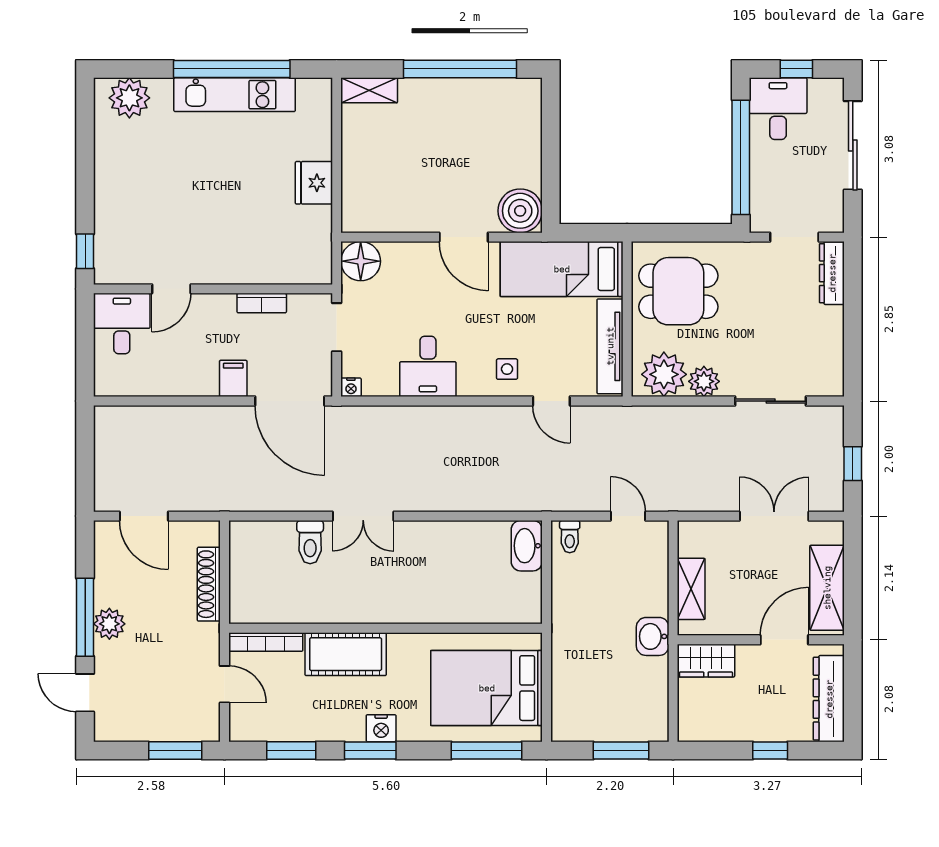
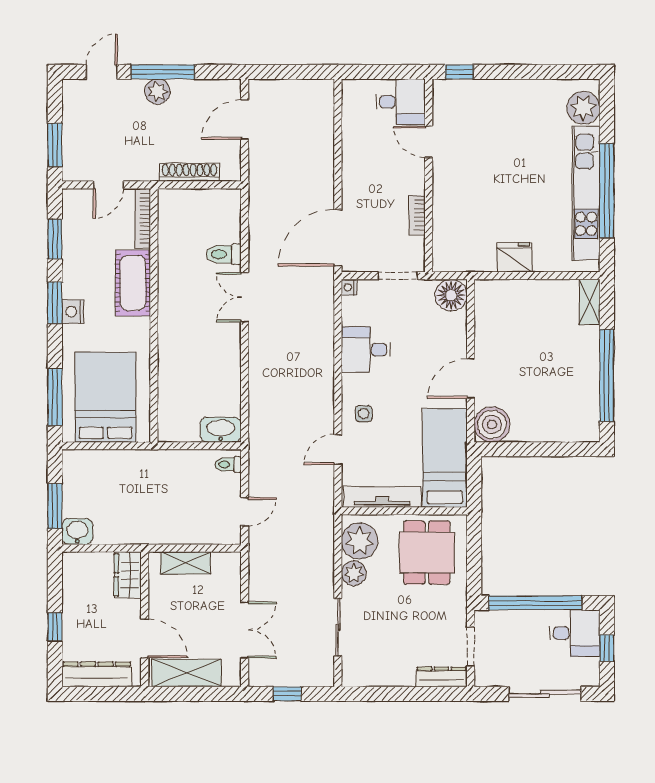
kitchen unit: (235, 95) -> (586, 193), width x1.36
filing cabinet: (233, 378) -> (356, 192), removed
washbasin: (653, 636) -> (77, 532), moved

